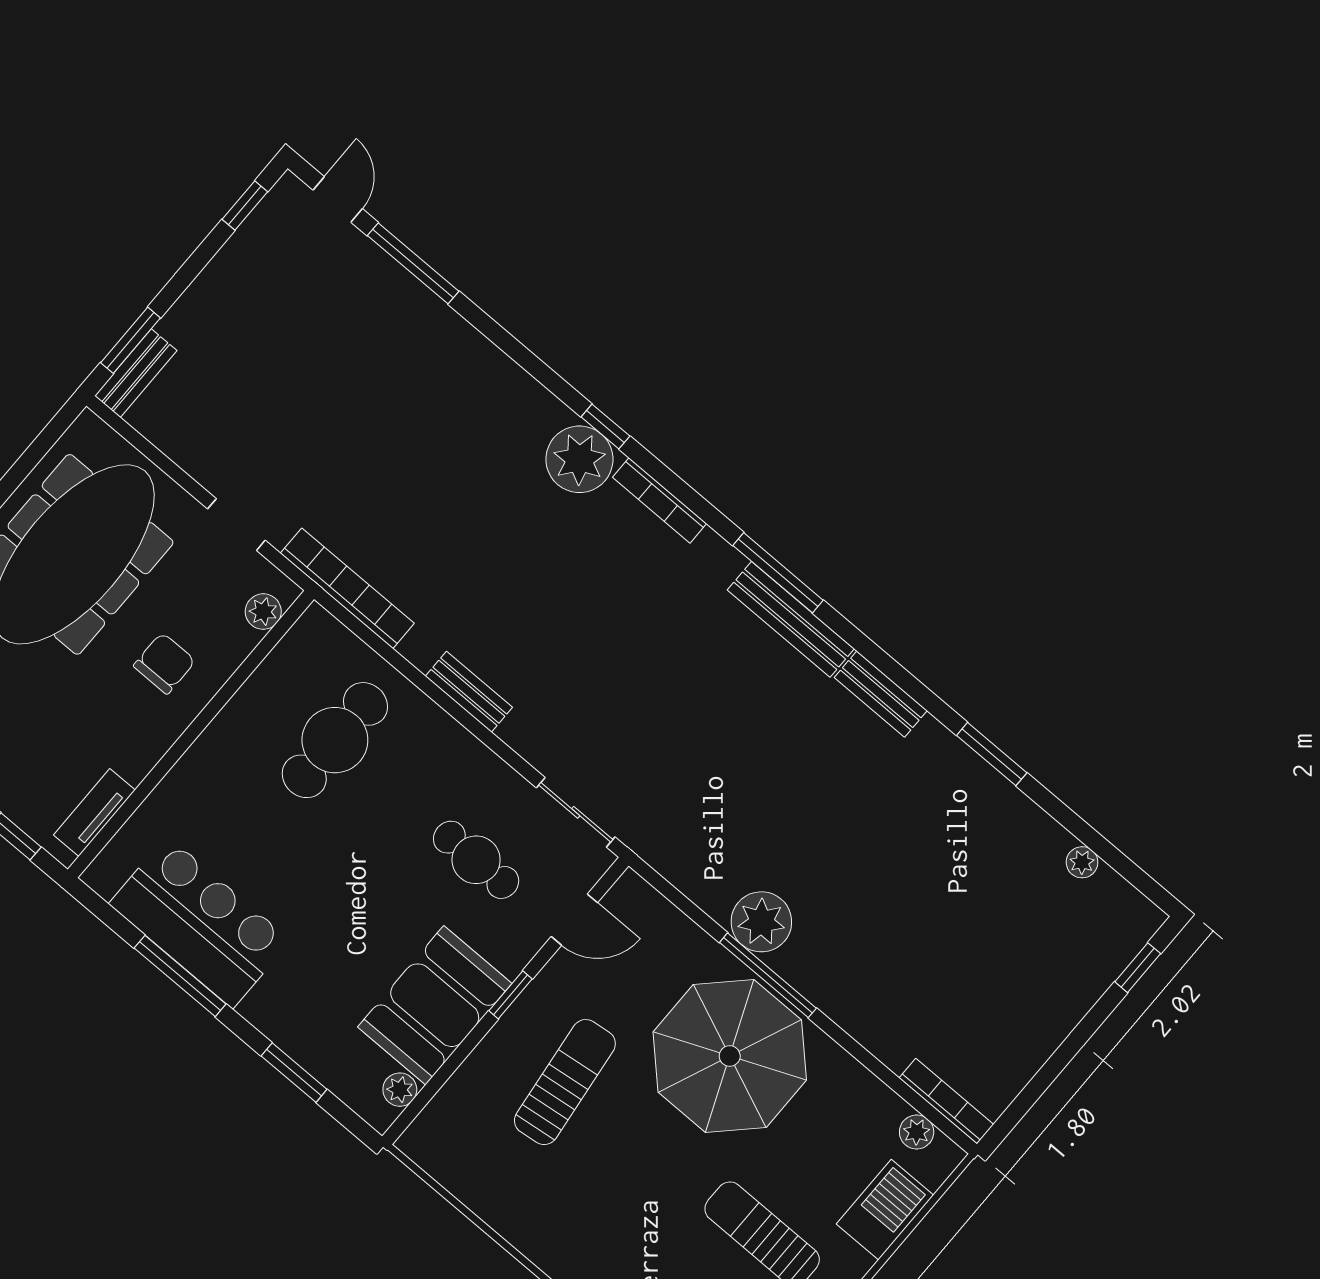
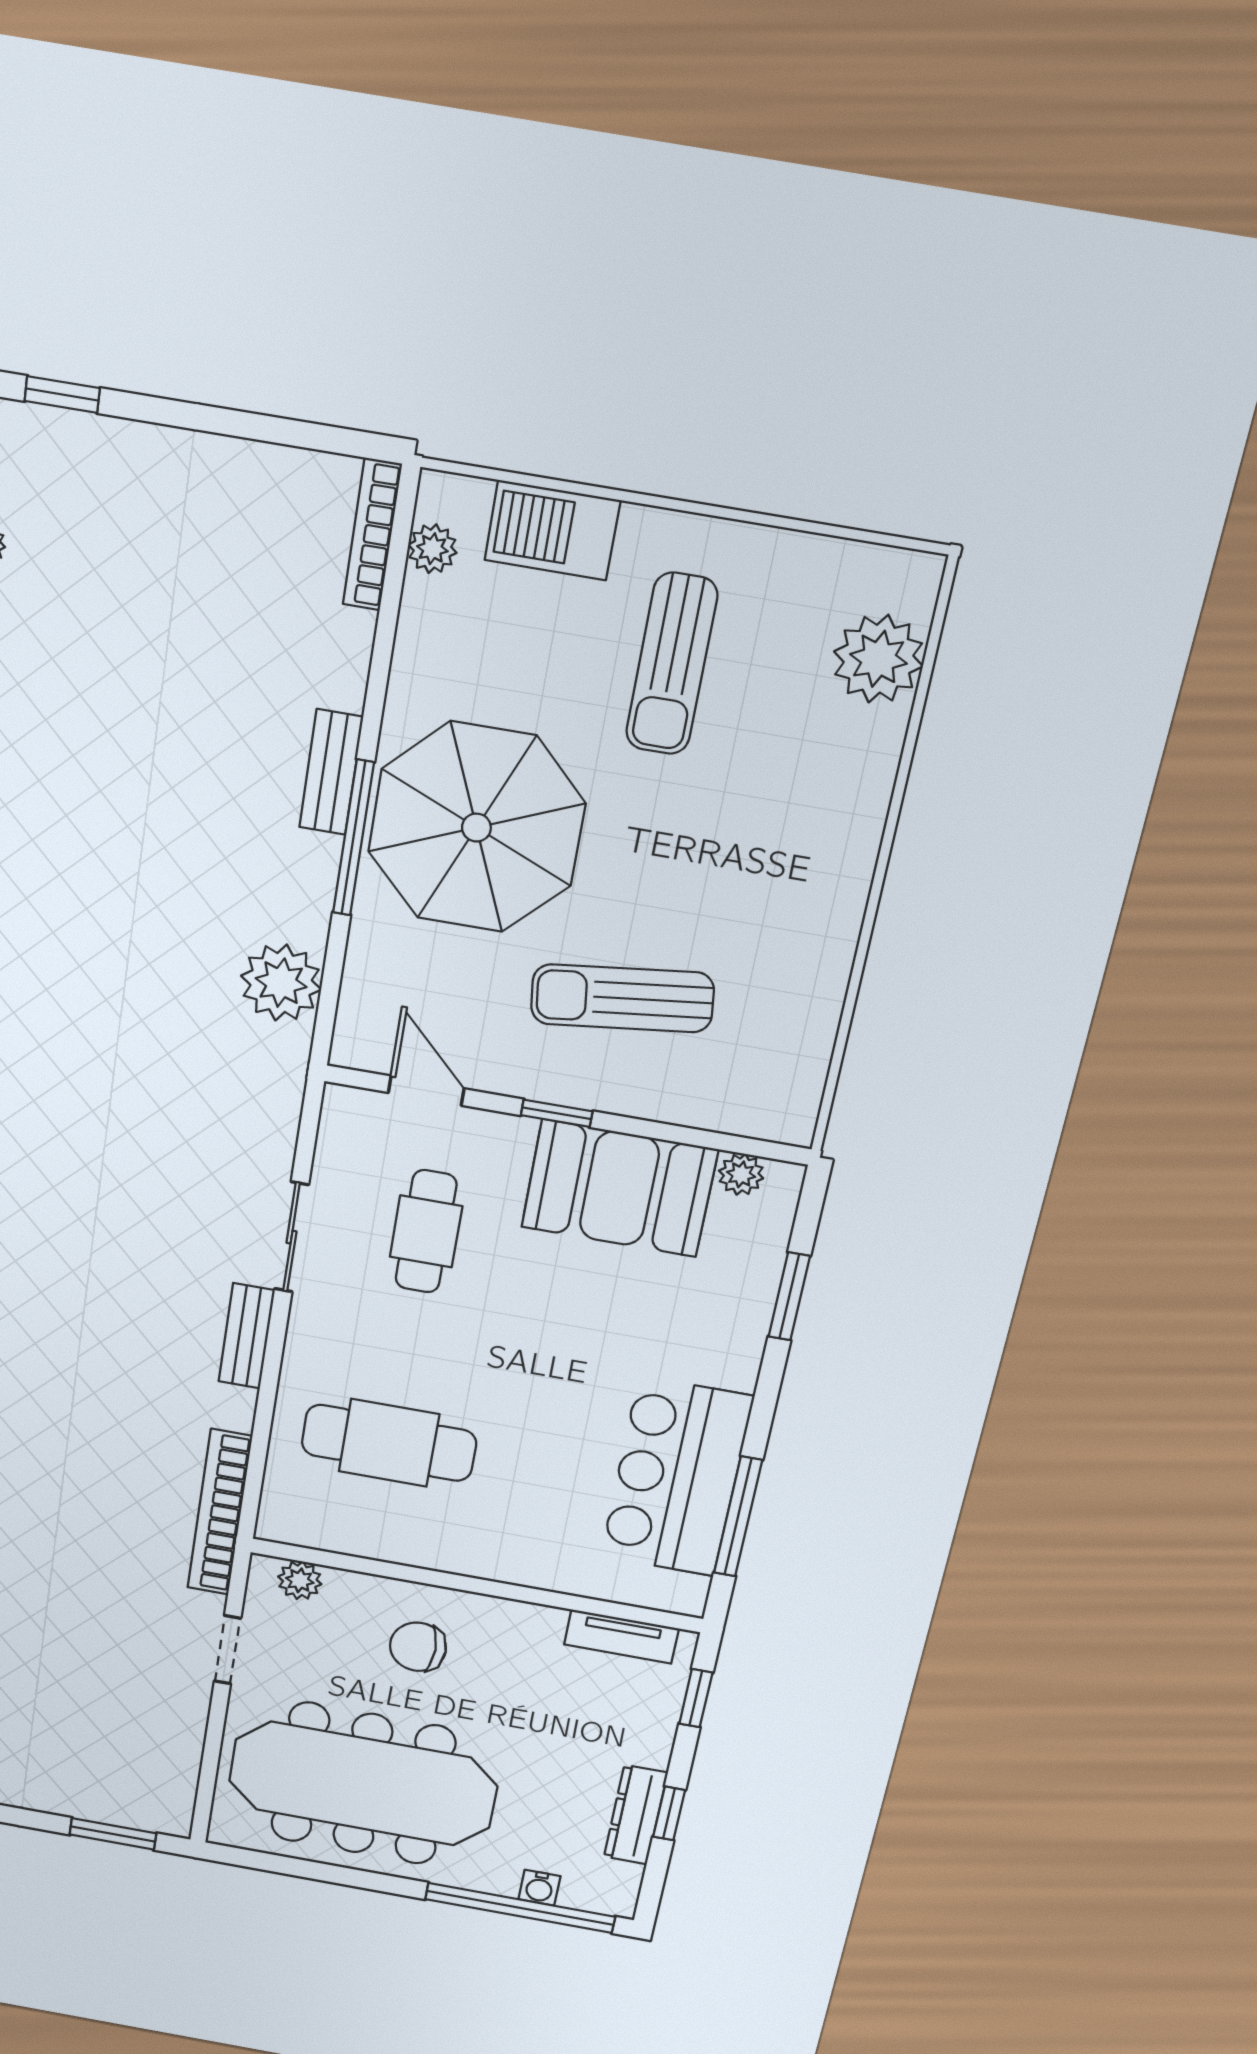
bench: (136, 373) -> (331, 772), moved, turned 90
sliding door: (576, 812) -> (292, 1237), moved
plant: (761, 922) -> (281, 983), moved
window: (180, 976) -> (738, 1517), moved

